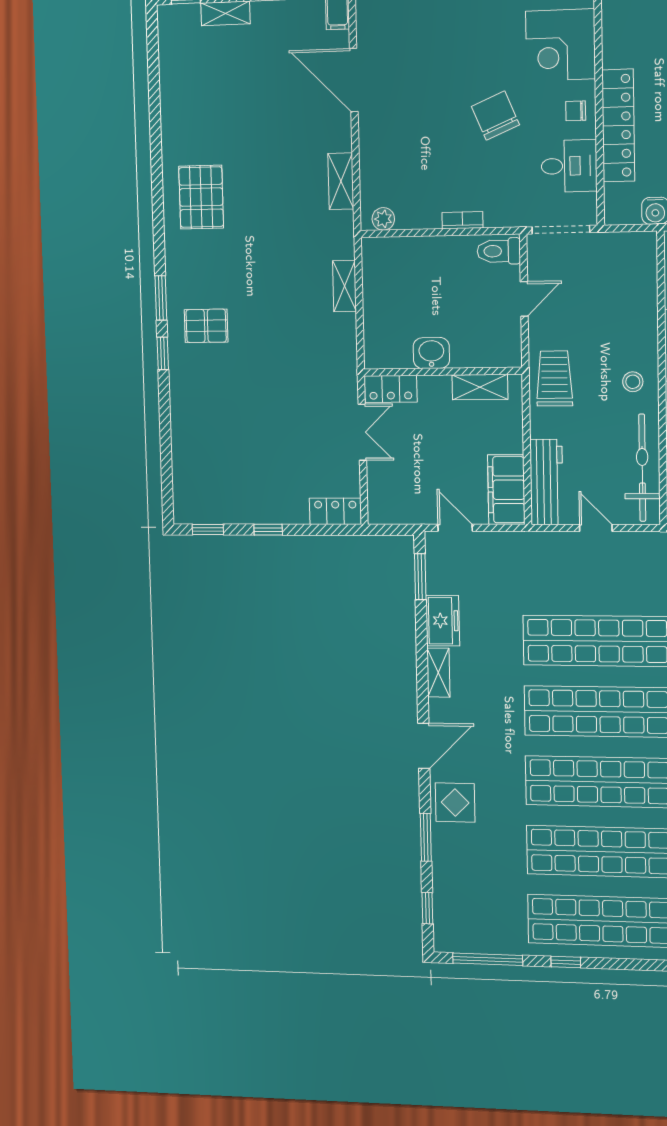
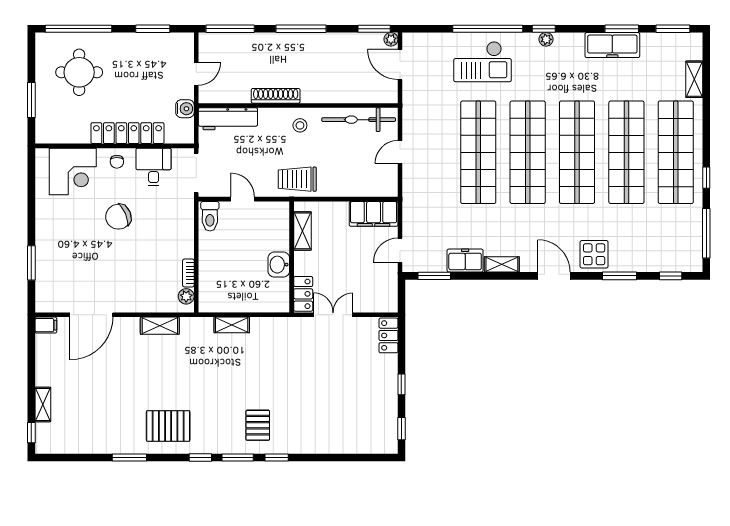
window: (156, 142) -> (129, 458), added
bookcase: (462, 220) -> (188, 273), moved
window: (159, 245) -> (200, 458), added
workbench: (546, 482) -> (228, 119), moved, turned 180

